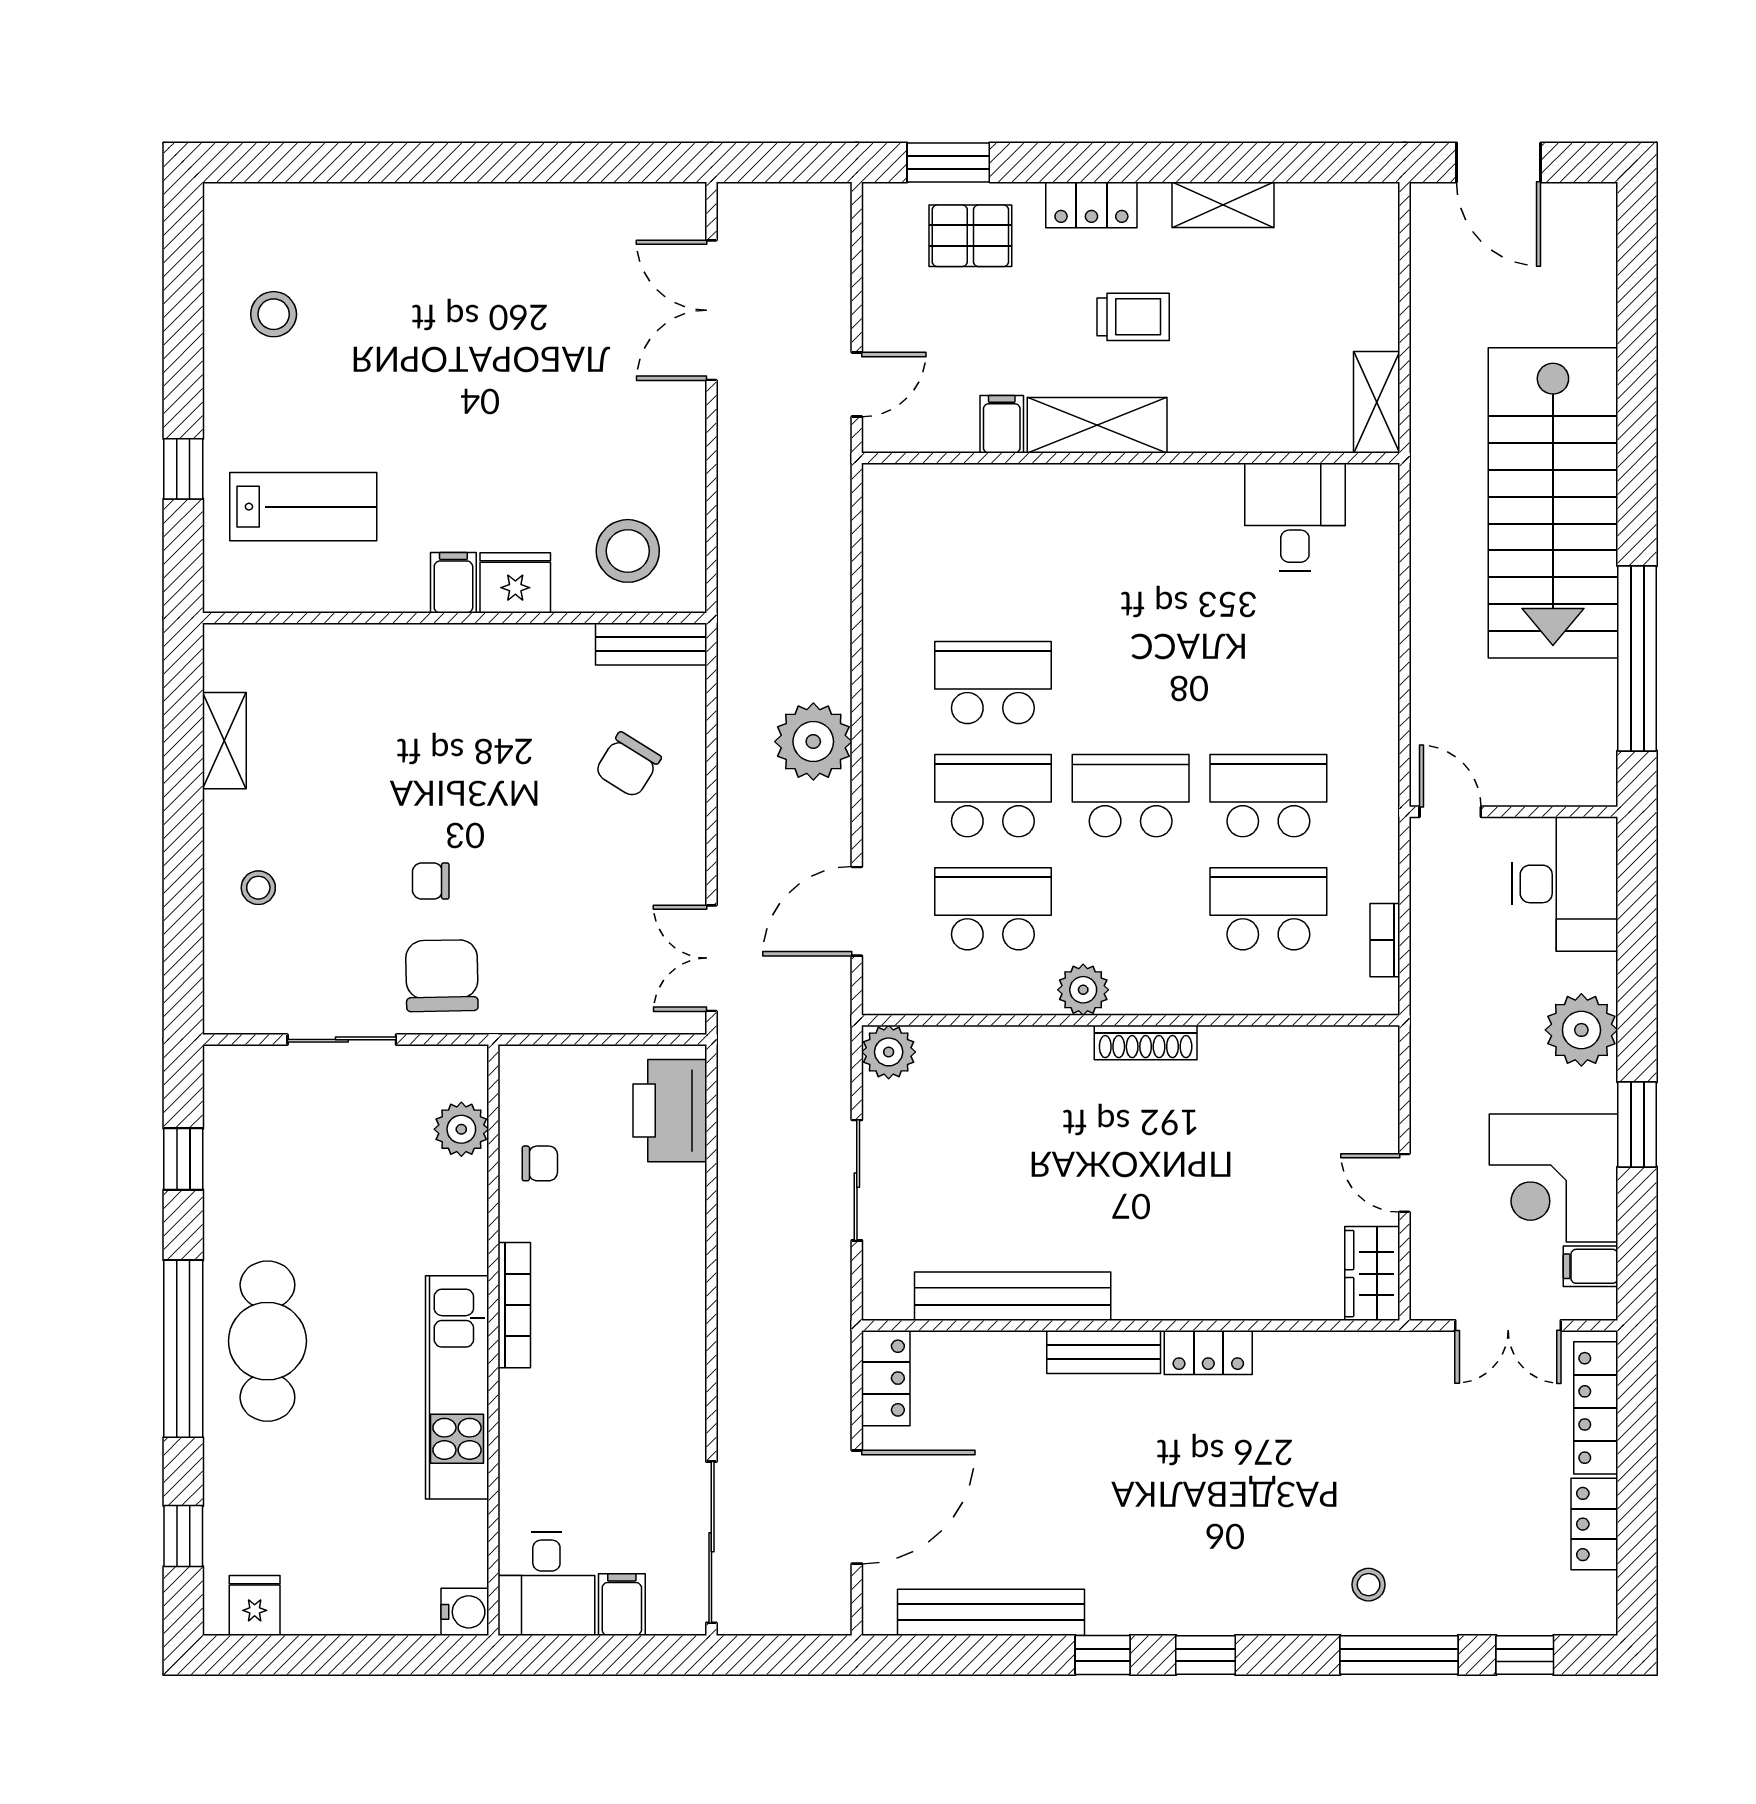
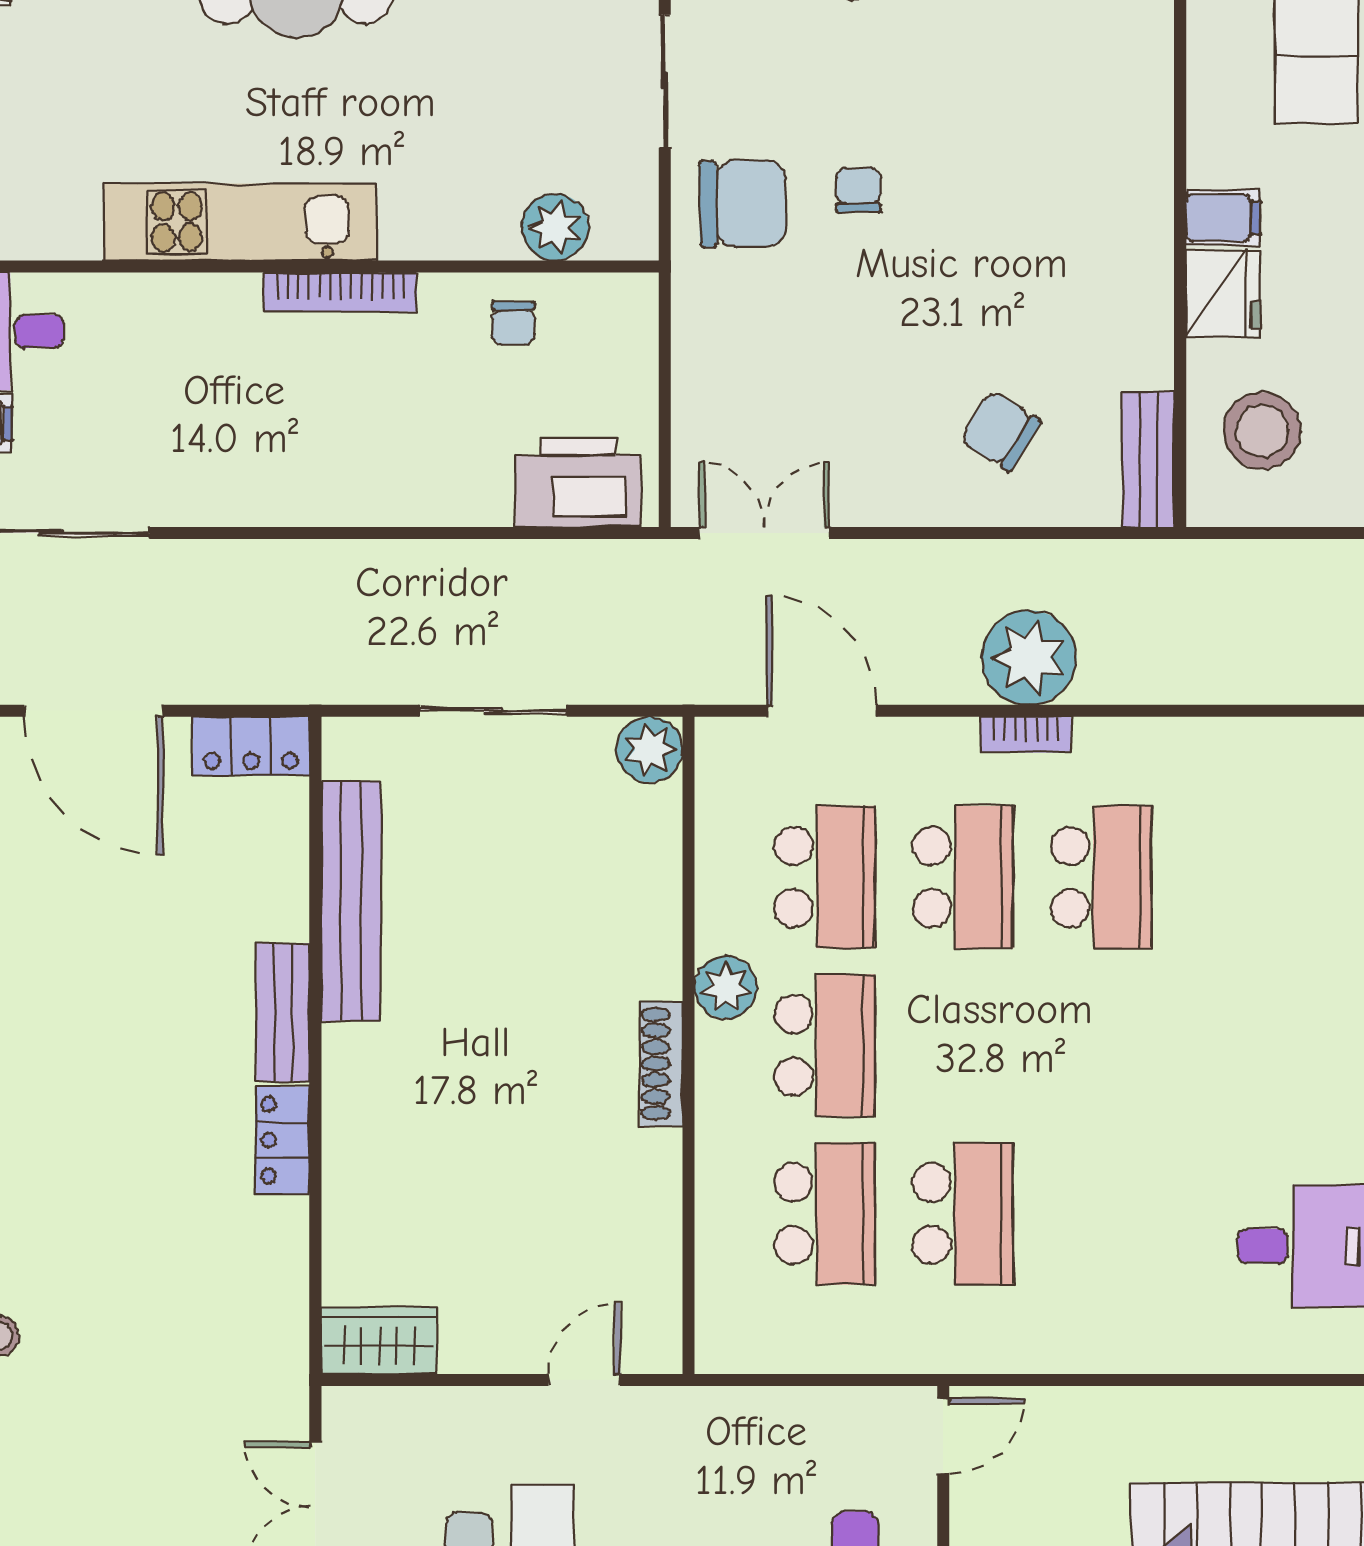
school desk: (1131, 796) -> (825, 1045), moved
bookcase: (1385, 940) -> (1026, 735), moved, turned 180
door: (1404, 1183) -> (584, 1380), moved

